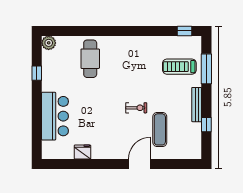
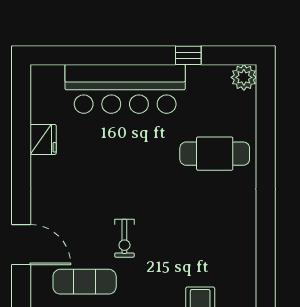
bar counter: (55, 116) -> (125, 89), width x1.36

